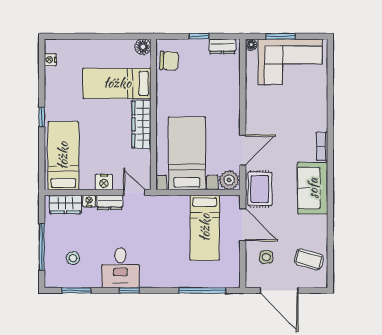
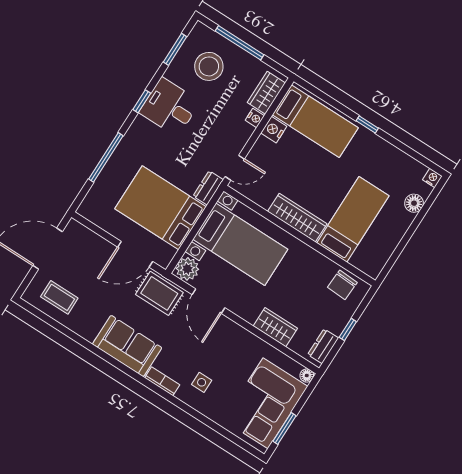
window: (280, 36) -> (284, 428), moved
floor lamp: (143, 47) -> (414, 203), moved
nightstand: (50, 60) -> (432, 178), moved
wardrobe: (231, 90) -> (275, 327), added
nightstand: (104, 182) -> (274, 130), moved
dresser: (110, 202) -> (208, 188), moved
bed: (205, 228) -> (161, 208), width x1.50
side table: (266, 257) -> (202, 382), moved
stool: (73, 258) -> (209, 66), width x1.89, depth x1.89
coffee table: (309, 259) -> (59, 297), turned 74
window: (202, 290) -> (106, 157), moved

